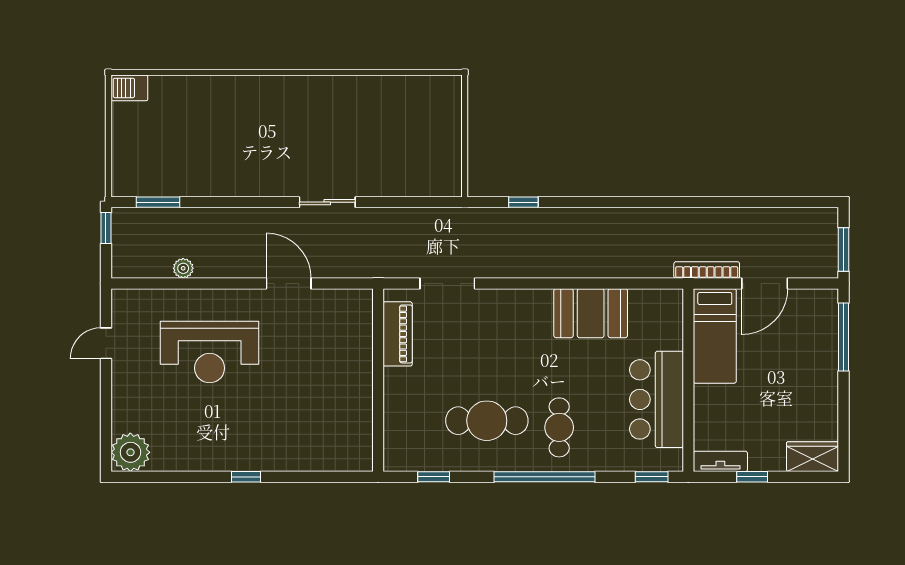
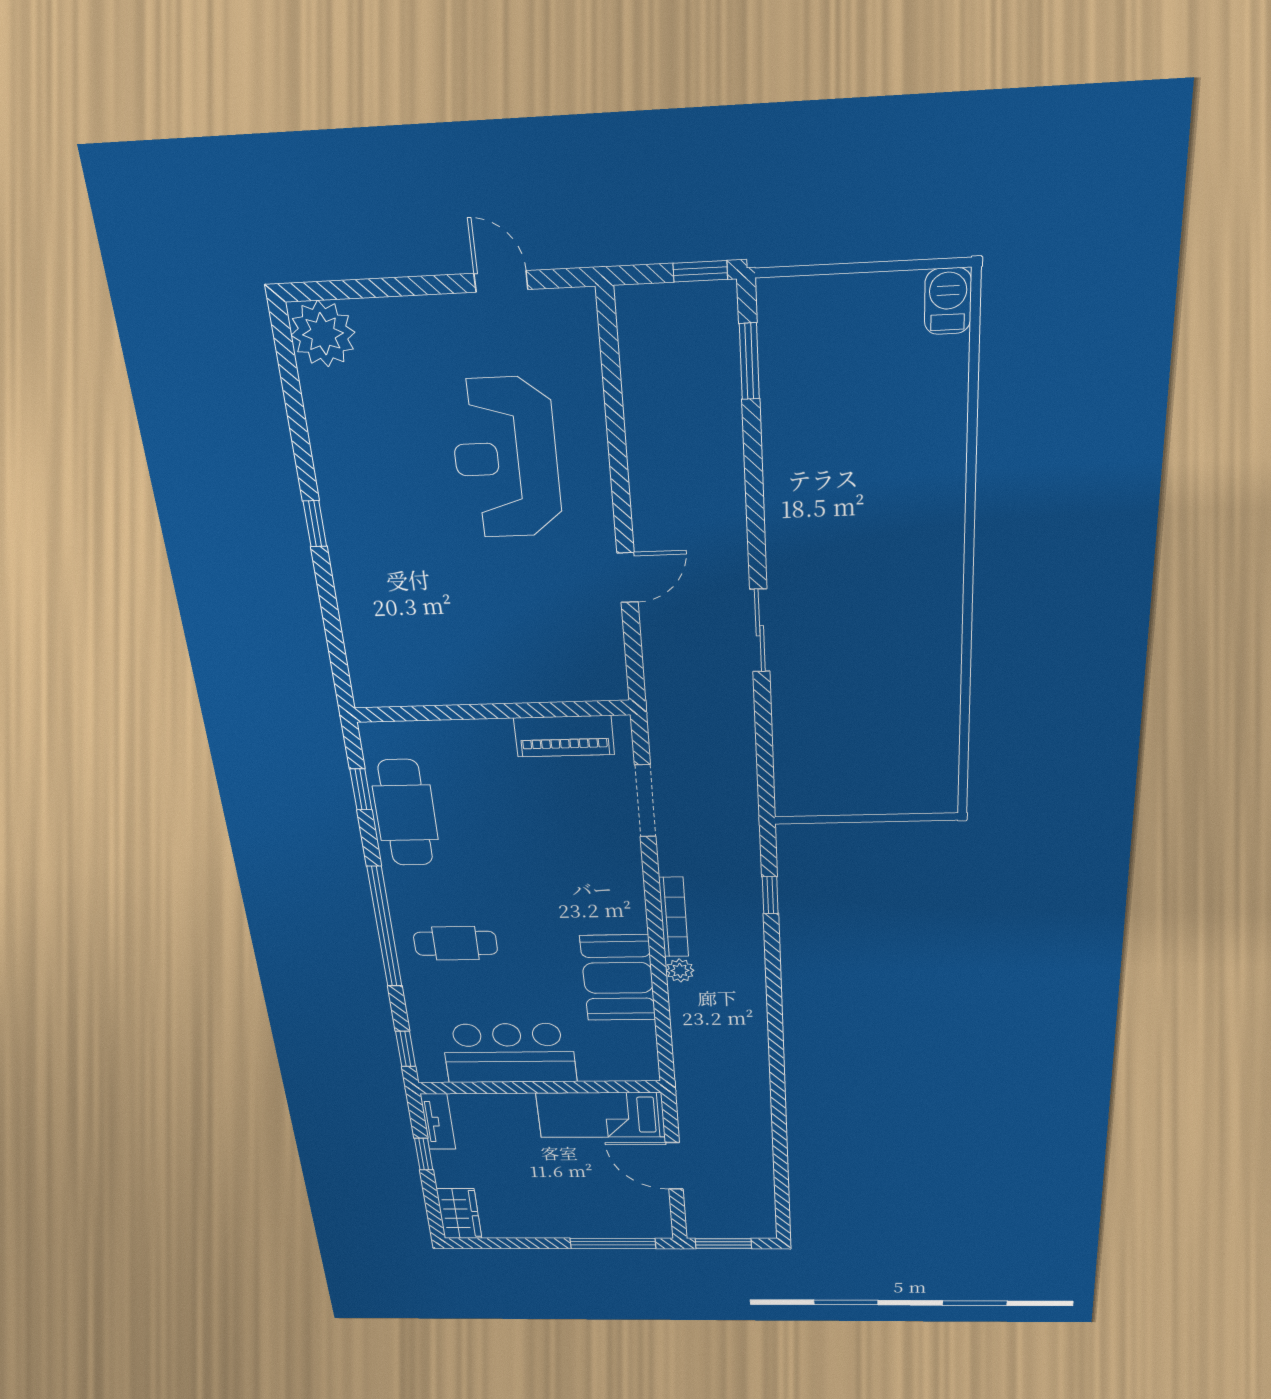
plant: (183, 268) -> (680, 970), moved
bookcase: (707, 270) -> (674, 917), moved
door: (289, 283) -> (628, 578), width x0.73
cafe table: (487, 421) -> (405, 813), moved

